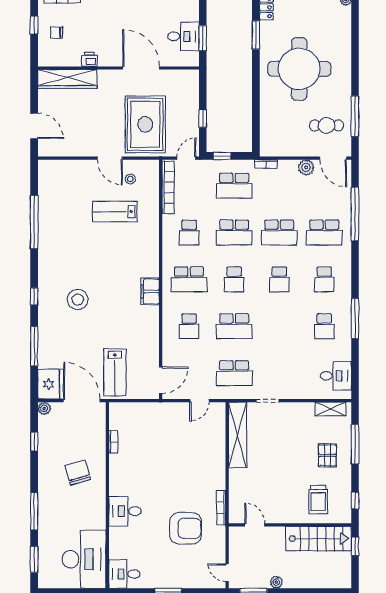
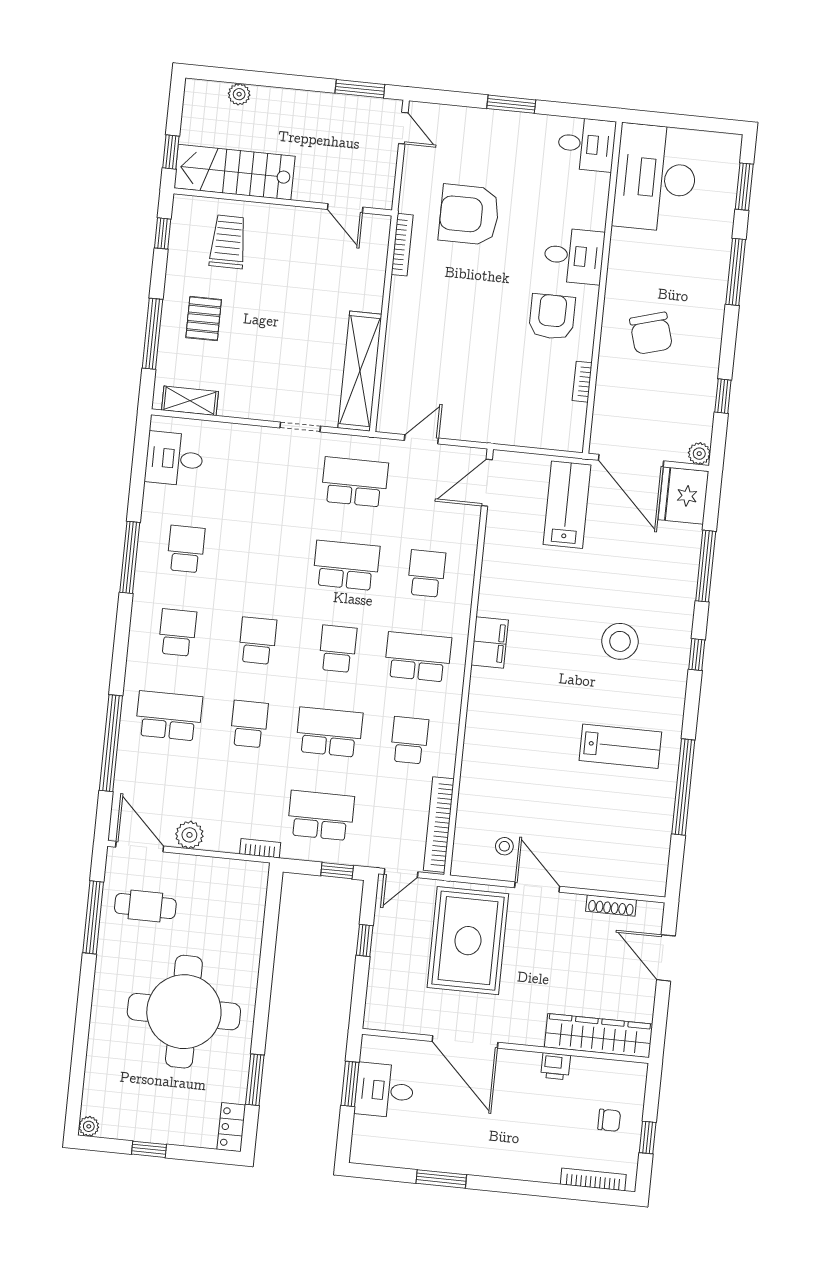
shoe rack: (68, 152) -> (611, 906), added
lab bench: (115, 212) -> (620, 746), moved
school desk: (279, 233) -> (249, 724), width x0.54
armchair: (134, 476) -> (552, 317), added
plant: (276, 582) -> (239, 94), moved

